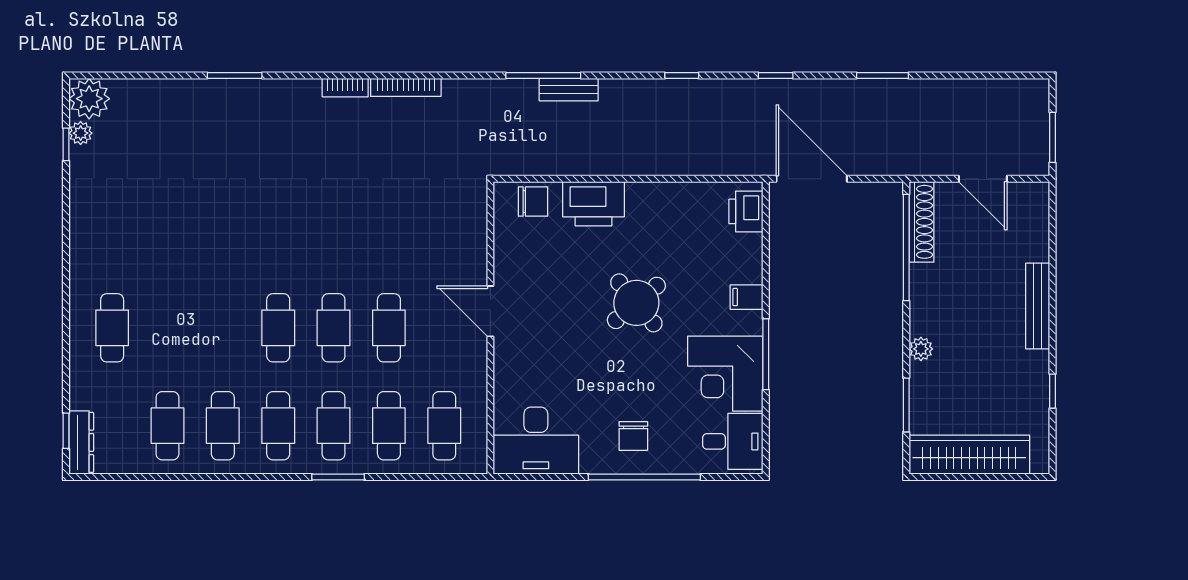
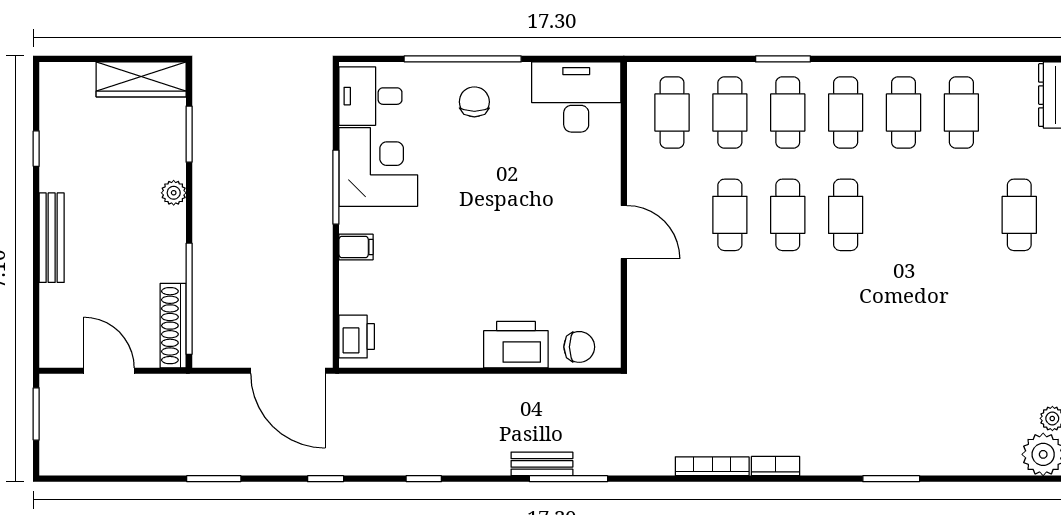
chair: (533, 202) -> (579, 347), turned 180
round table: (636, 303) -> (471, 241), removed
wardrobe: (969, 455) -> (141, 79), width x0.71, depth x0.85

